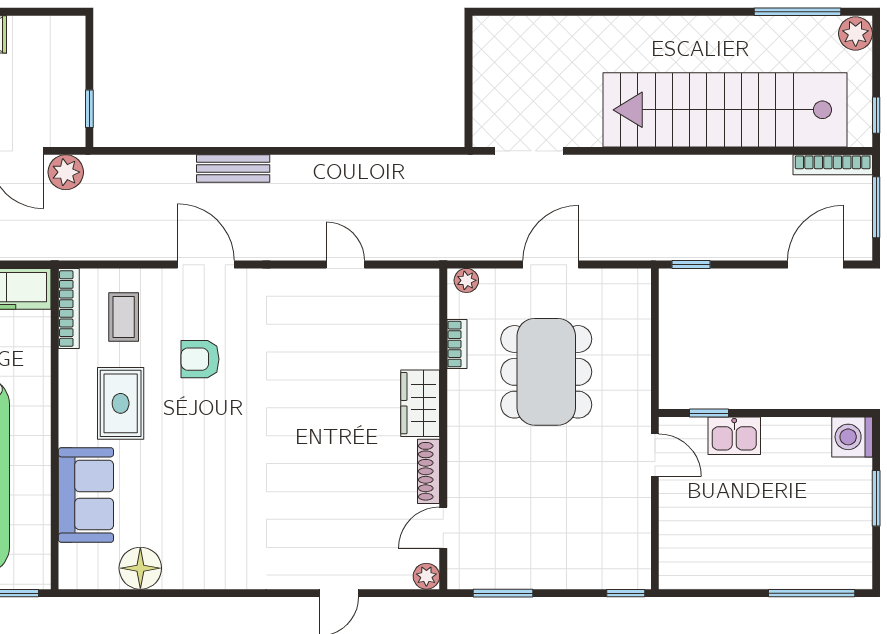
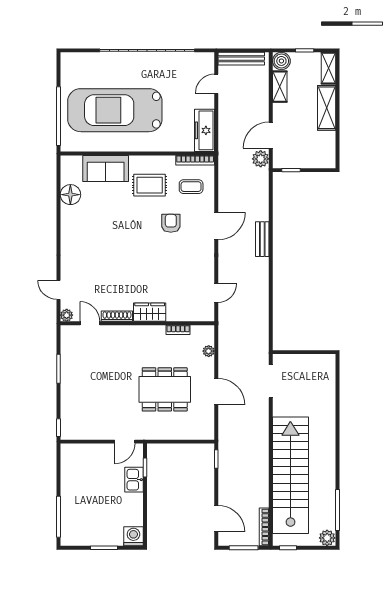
bookcase: (457, 344) -> (178, 330), moved
wardrobe: (420, 403) -> (150, 312), moved
wall: (443, 429) -> (137, 323), moved
shoe rack: (428, 471) -> (117, 316), moved
door: (443, 528) -> (90, 323), moved
plant: (426, 576) -> (67, 315), moved

